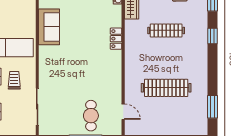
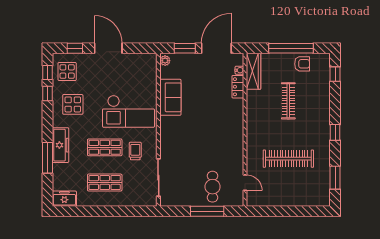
clothes rail: (166, 30) -> (288, 101), turned 90
window: (212, 36) -> (335, 132), moved
locker: (116, 39) -> (238, 87), moved

